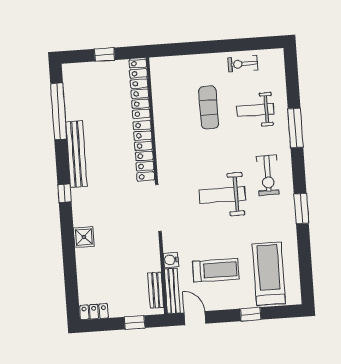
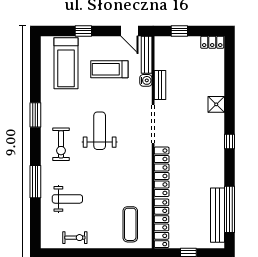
exercise mat: (209, 107) -> (130, 224), moved
bench: (76, 154) -> (217, 215), moved
exercise bike: (268, 175) -> (61, 144), turned 180
weight bench: (222, 195) -> (100, 131), turned -90
bench: (156, 290) -> (160, 85), moved

